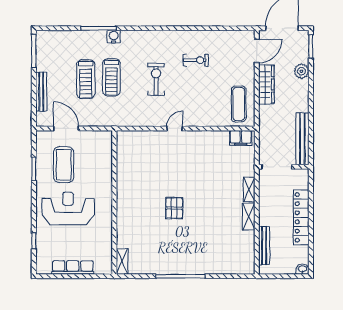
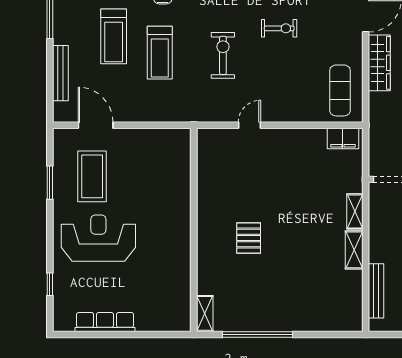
treadmill: (86, 79) -> (114, 36), moved
wall: (114, 202) -> (194, 230), moved
shelving: (122, 261) -> (205, 313), moved

